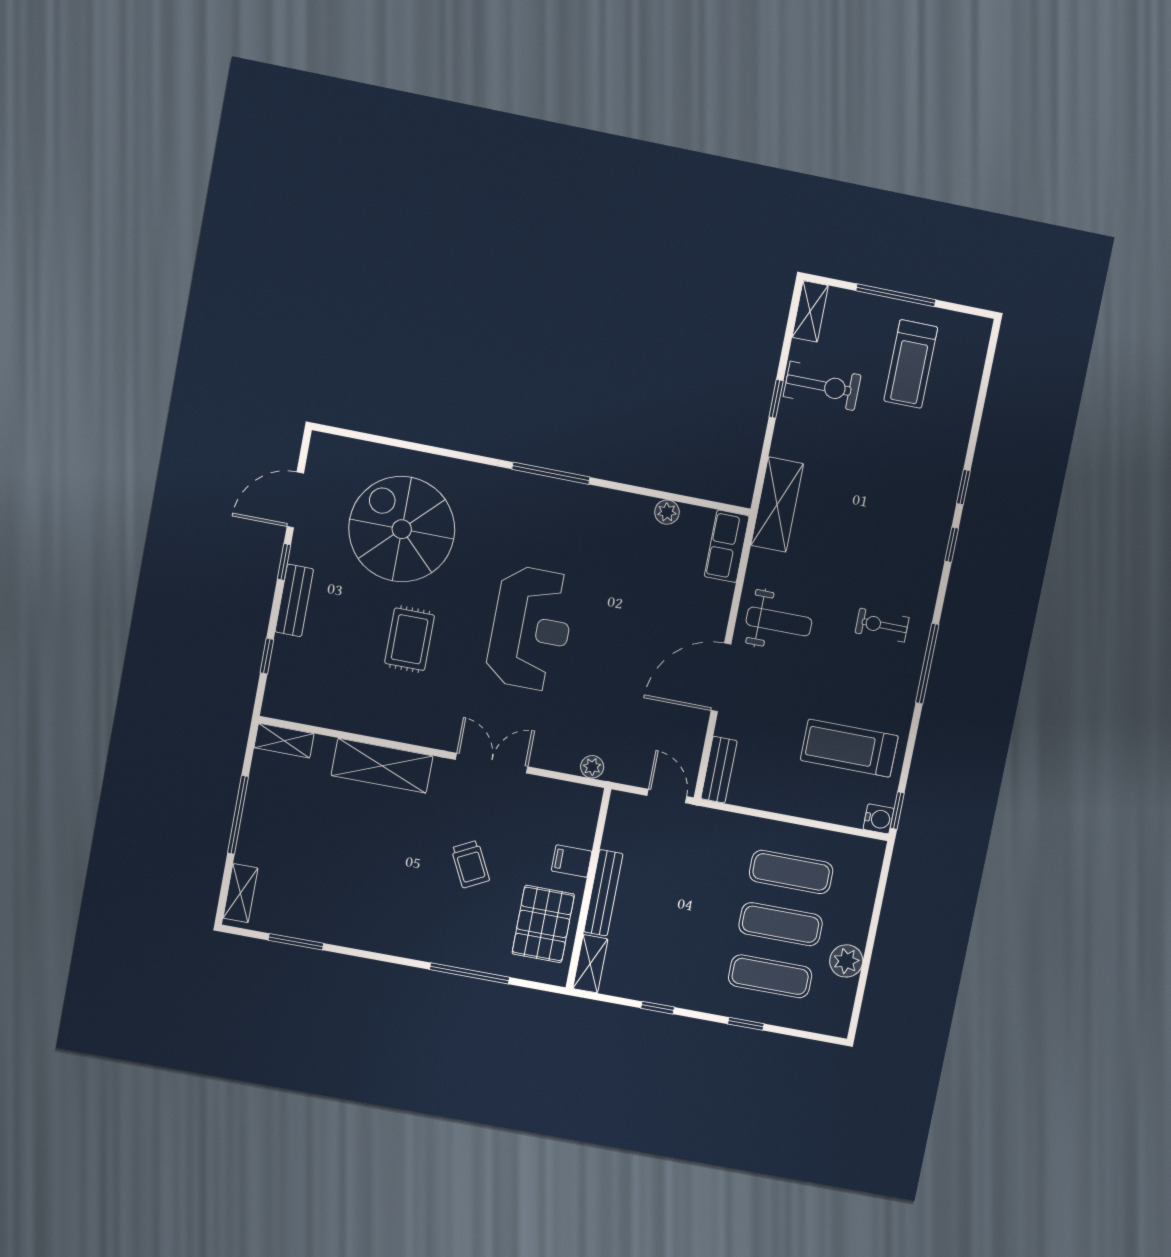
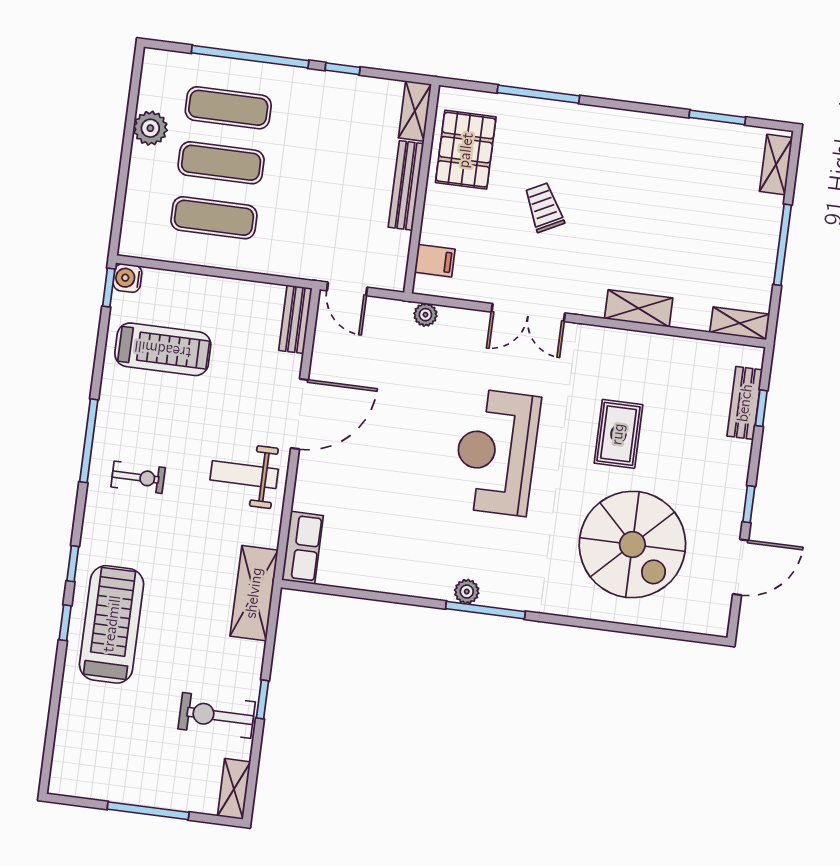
treadmill: (911, 364) -> (112, 624), moved, width x1.37, depth x1.38
plant: (667, 512) -> (467, 592), moved
bench: (294, 600) -> (745, 403), moved
shelving: (382, 766) -> (639, 308), width x0.67, depth x0.75
filing cabinet: (572, 861) -> (435, 261), moved
window: (746, 1024) -> (250, 57), width x3.17

